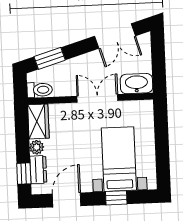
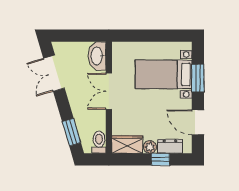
double door: (115, 36) -> (54, 73), swing flipped
window: (24, 174) -> (160, 159), moved
window: (116, 198) -> (198, 78), width x1.50

